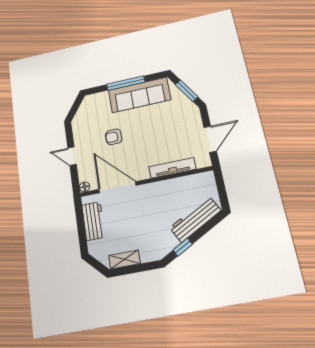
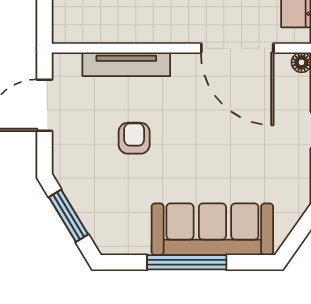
sofa: (139, 95) -> (212, 229), moved
armchair: (114, 137) -> (134, 138), moved, turned -90

